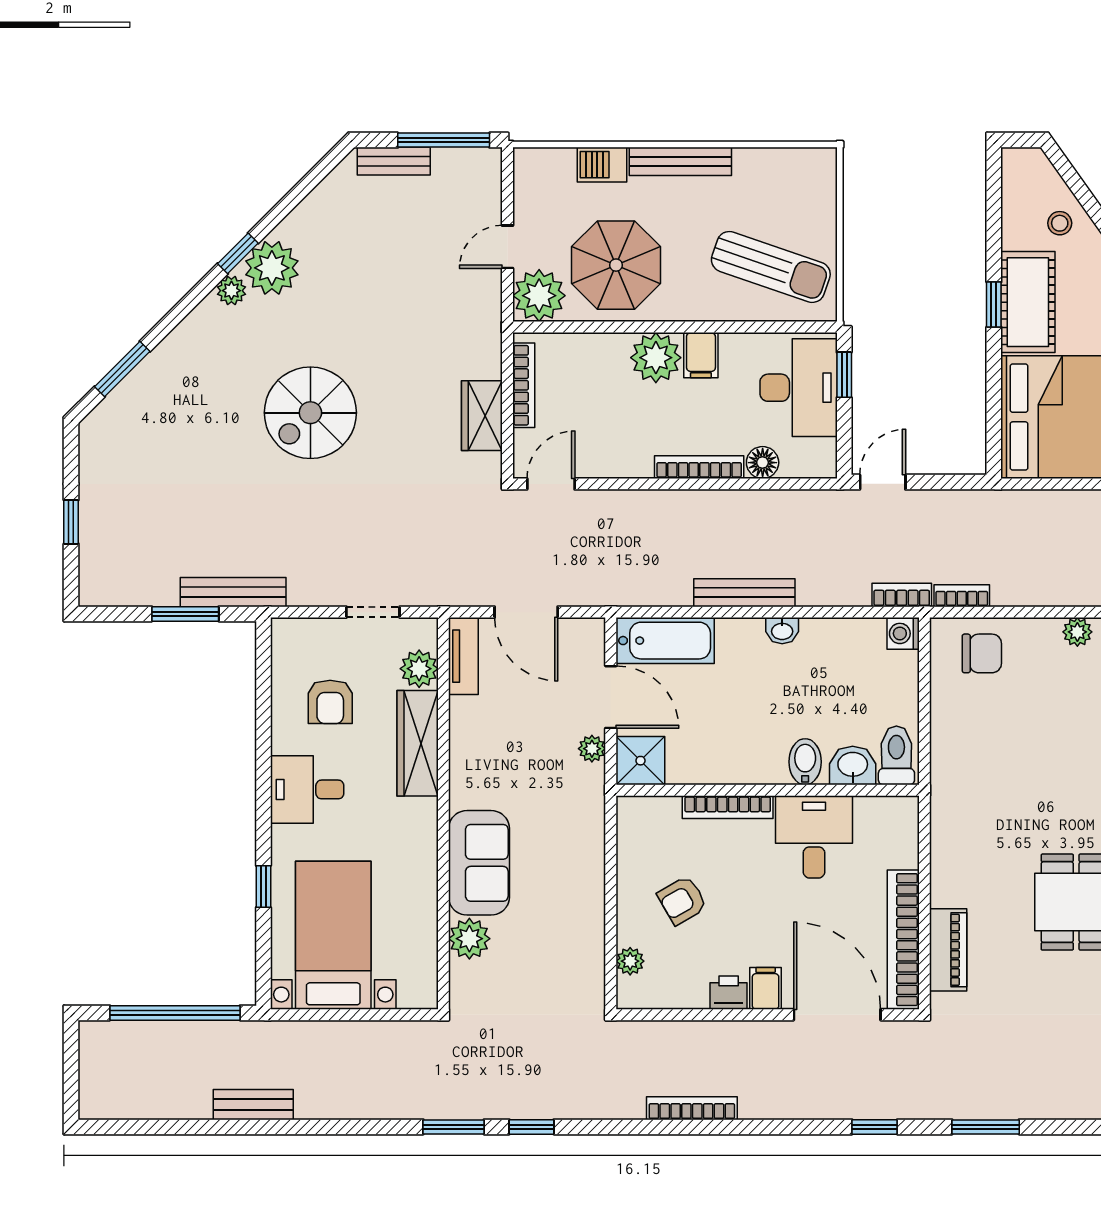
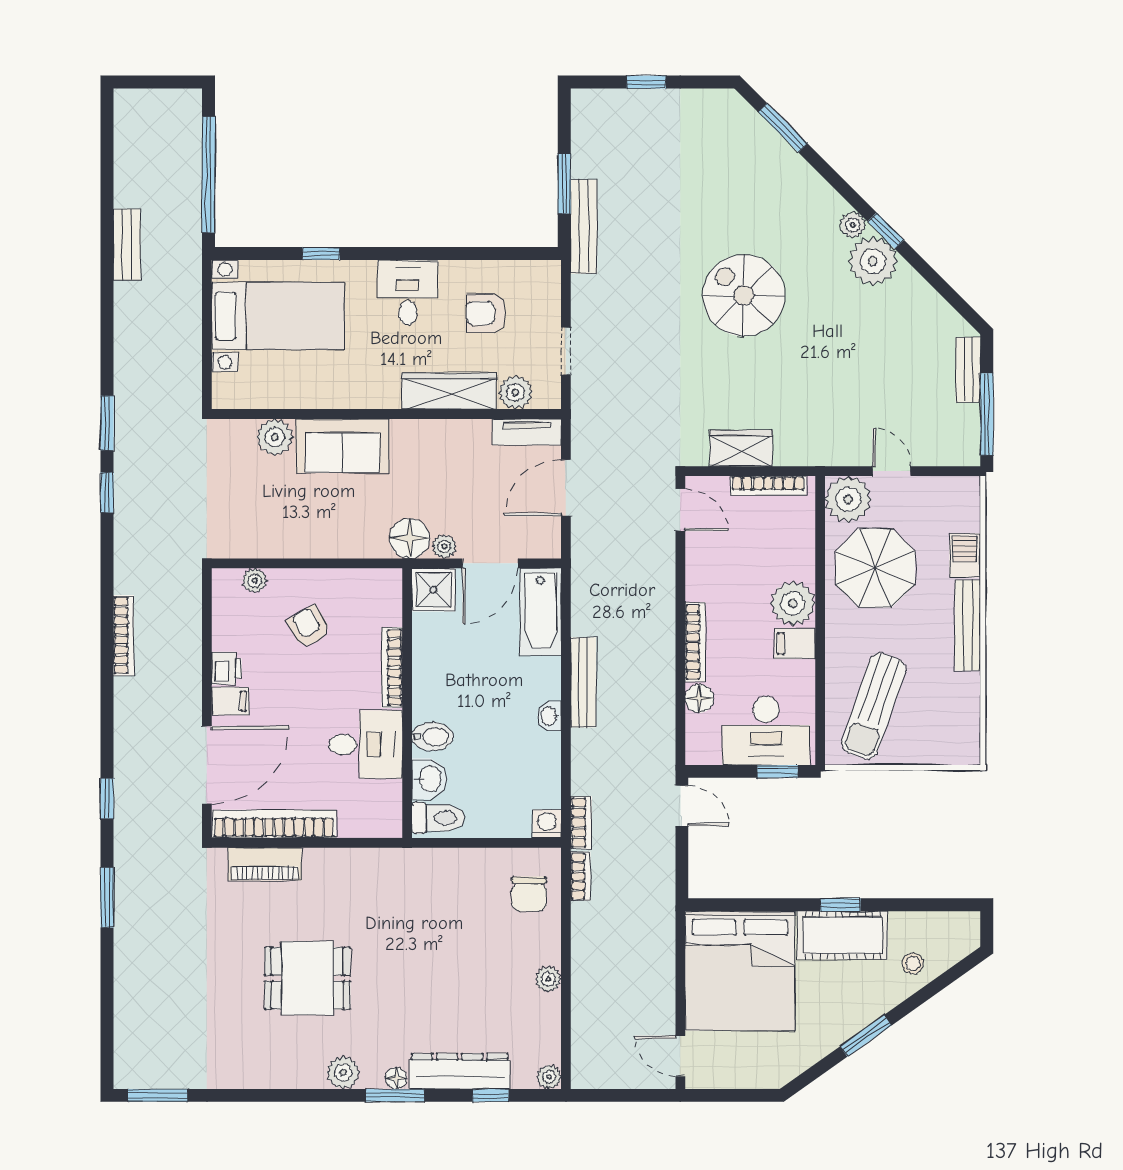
floor lamp: (583, 788) -> (409, 538), added

